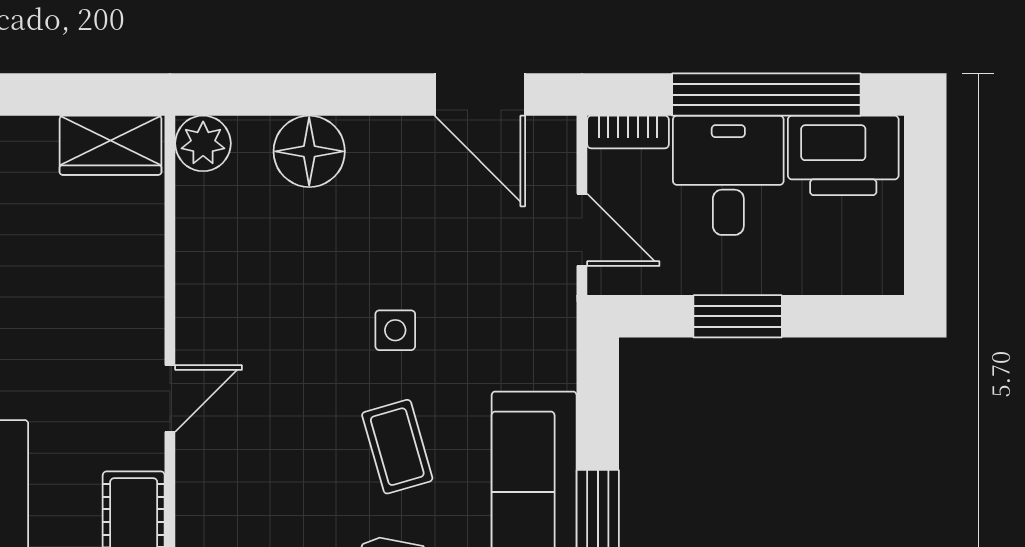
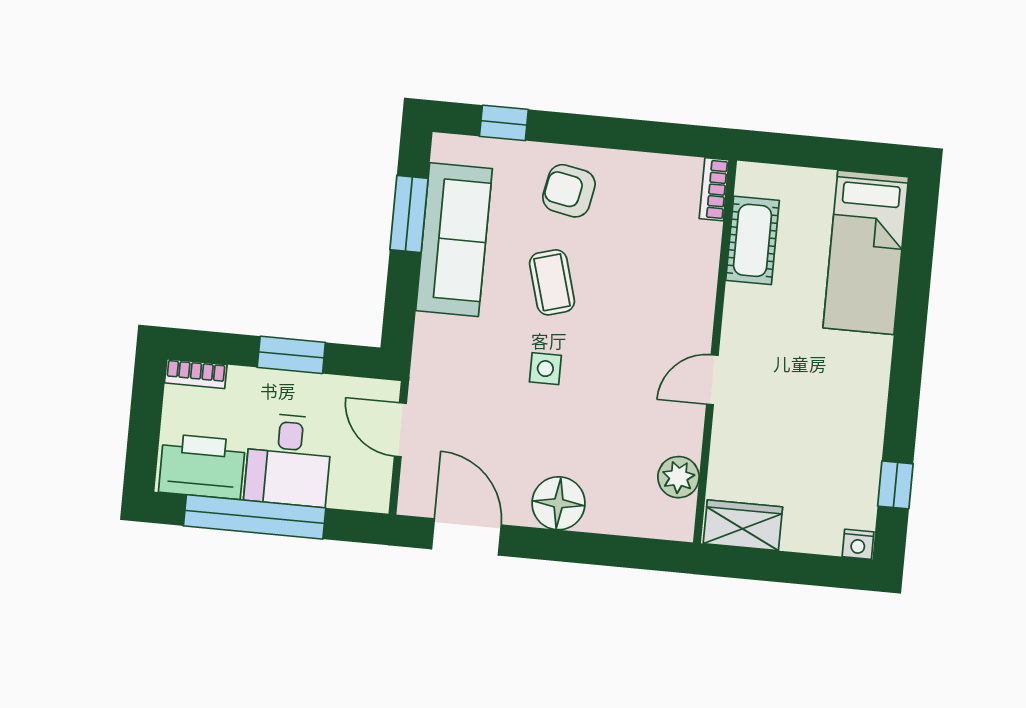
bookcase: (628, 132) -> (196, 374), moved, turned 180
plant: (203, 143) -> (678, 477), moved
floor lamp: (309, 151) -> (558, 503), moved
door: (170, 399) -> (712, 380), moved

